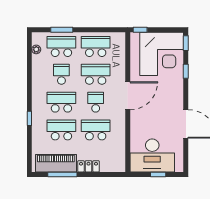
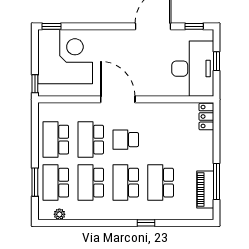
window: (186, 71) -> (194, 26), moved
school desk: (61, 74) -> (91, 183), width x1.85
school desk: (96, 130) -> (161, 140), removed
piano: (56, 163) -> (205, 190), width x0.73, depth x0.75
locker: (89, 166) -> (206, 116), moved

